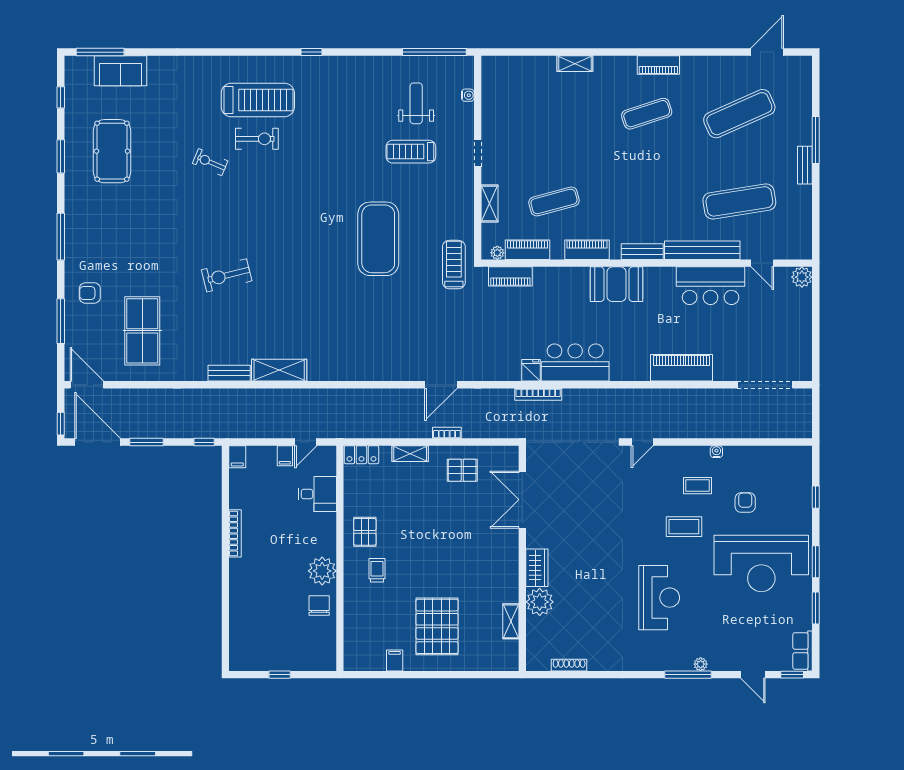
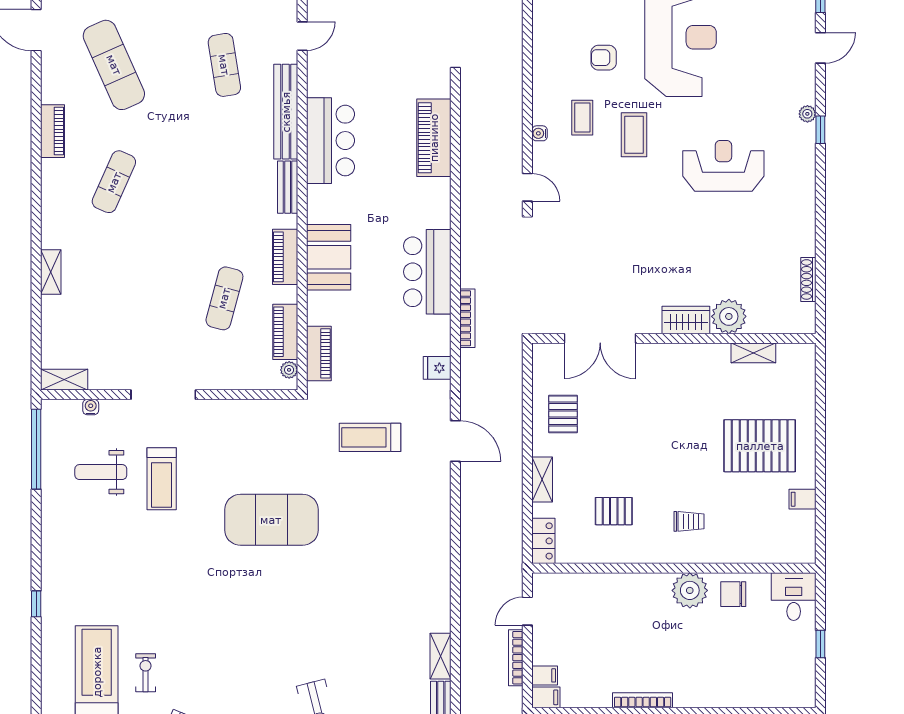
piano: (658, 65) -> (53, 131), moved
exercise mat: (647, 114) -> (114, 182), turned 42
exercise bike: (257, 139) -> (146, 673), width x0.73, depth x0.72
doorway: (478, 153) -> (163, 395), width x1.88
exercise mat: (554, 201) -> (224, 298), turned 30
exercise mat: (739, 201) -> (224, 65), width x0.73, depth x0.69
shelving: (490, 204) -> (64, 380), moved
treadmill: (454, 265) -> (370, 437), moved
booth: (617, 284) -> (329, 257), moved
bar counter: (711, 286) -> (330, 141), moved
shelving: (279, 370) -> (440, 656), width x0.67, depth x0.75
fridge: (531, 370) -> (437, 368), moved
bookcase: (447, 433) -> (516, 658), moved, width x1.56
door: (306, 442) -> (527, 611), swing flipped
water cooler: (716, 452) -> (540, 133), moved
filing cabinet: (285, 456) -> (545, 675), moved
desk: (317, 494) -> (794, 597), moved
pallet: (365, 532) -> (614, 511), moved
trolley: (377, 570) -> (689, 521), turned 180
window: (688, 675) -> (820, 130), width x0.46

